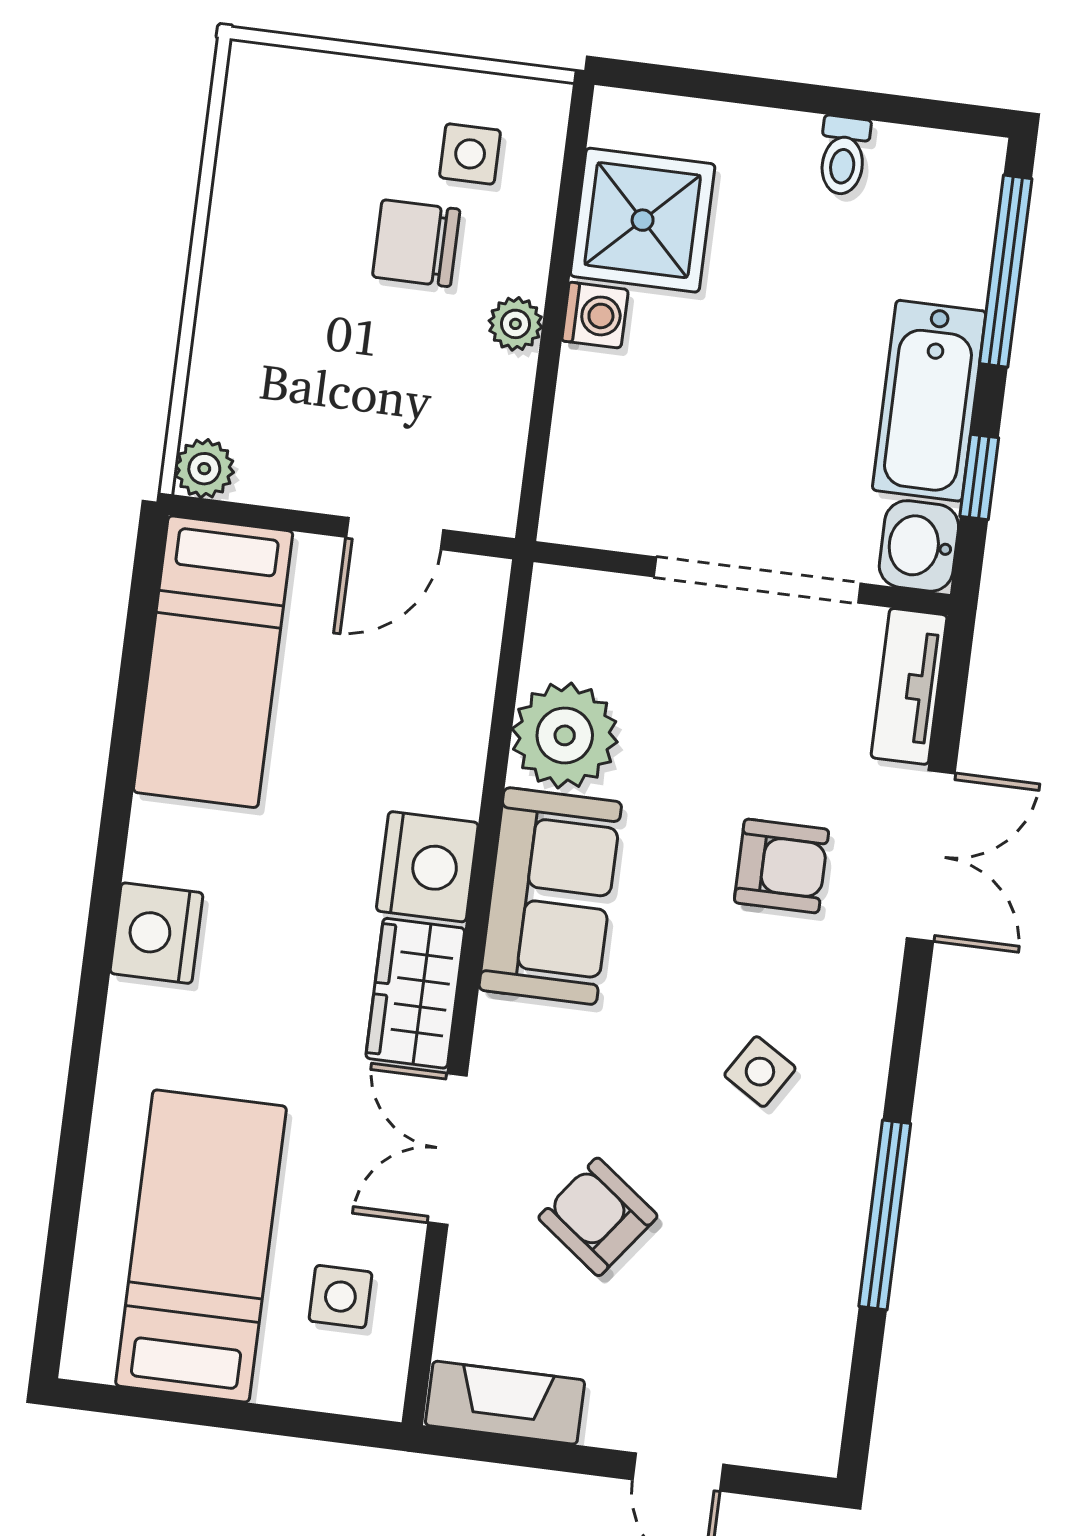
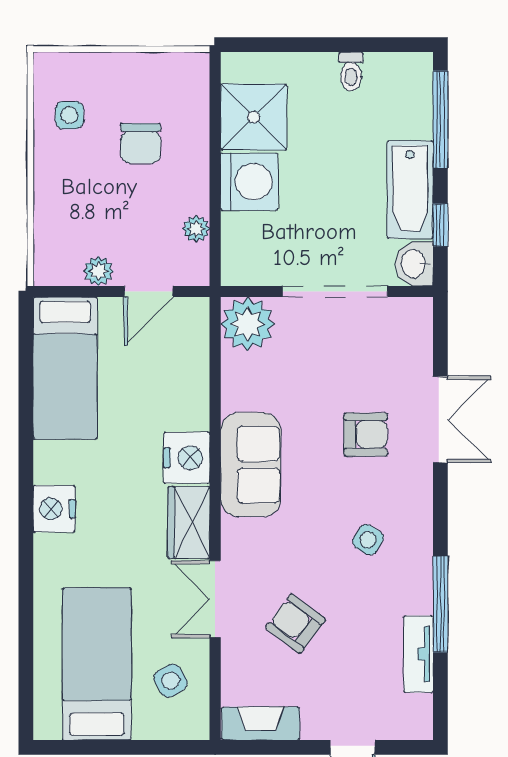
side table: (470, 154) -> (69, 115), moved
chair: (416, 243) -> (141, 143), turned -90
washing machine: (595, 315) -> (249, 182), width x1.89, depth x1.89
plant: (515, 324) -> (196, 229), moved
plant: (204, 469) -> (98, 271), moved
tv unit: (909, 686) -> (418, 654), moved
plant: (565, 735) -> (248, 324), moved
side table: (340, 1297) -> (171, 681), turned -30

